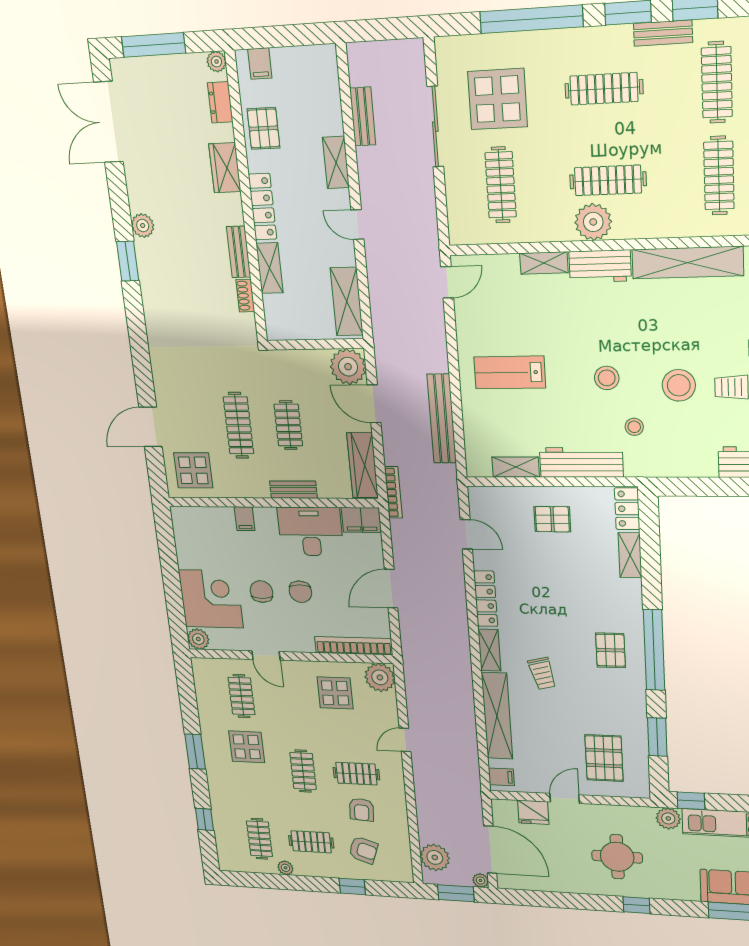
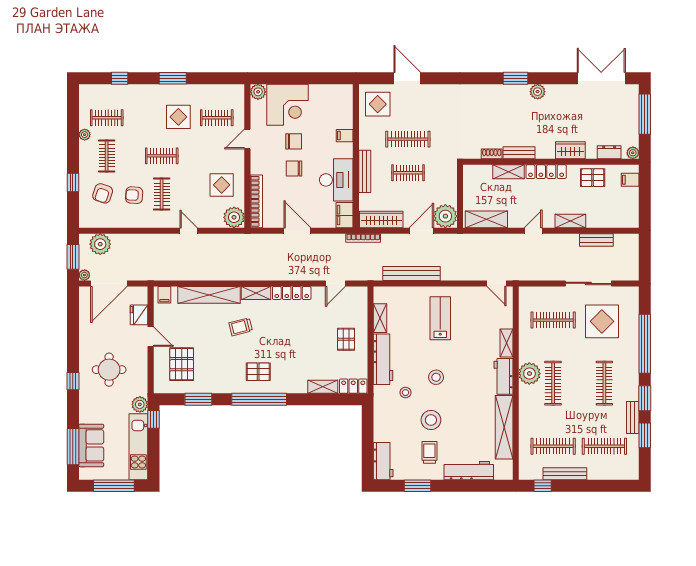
bench: (293, 490) -> (365, 171), width x1.36
pallet: (604, 758) -> (182, 364), turned 90

